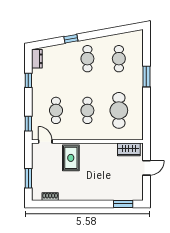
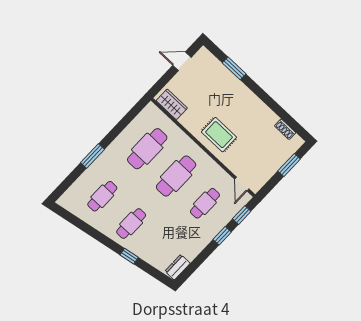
window: (28, 80) -> (222, 236), moved
cafe table: (87, 110) -> (176, 176), width x1.37, depth x1.35
rug: (71, 158) -> (219, 135), moved, turned 90
door: (146, 168) -> (182, 61), moved
window: (123, 204) -> (234, 68), moved

